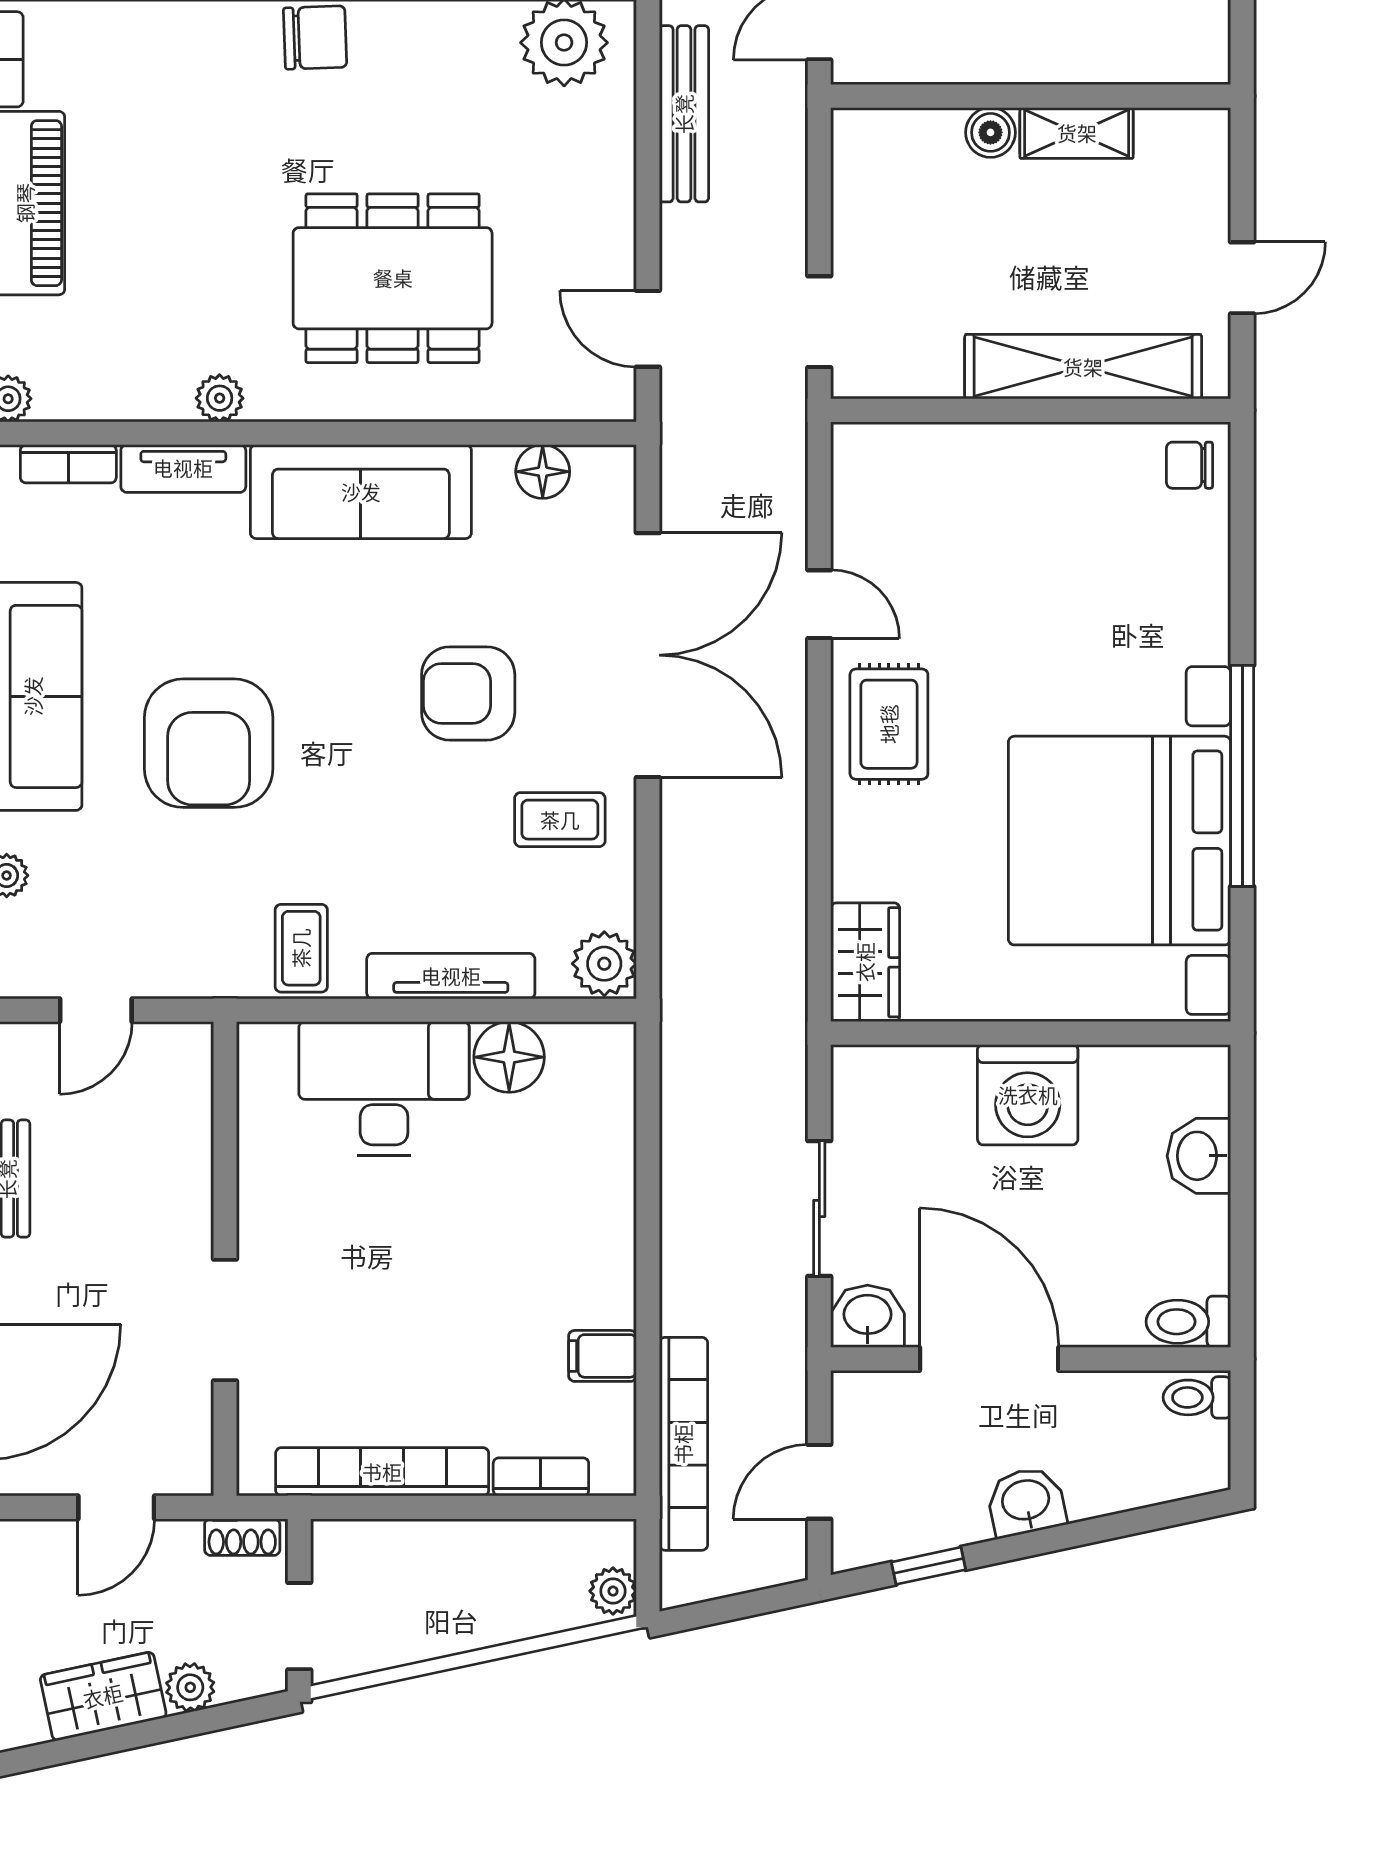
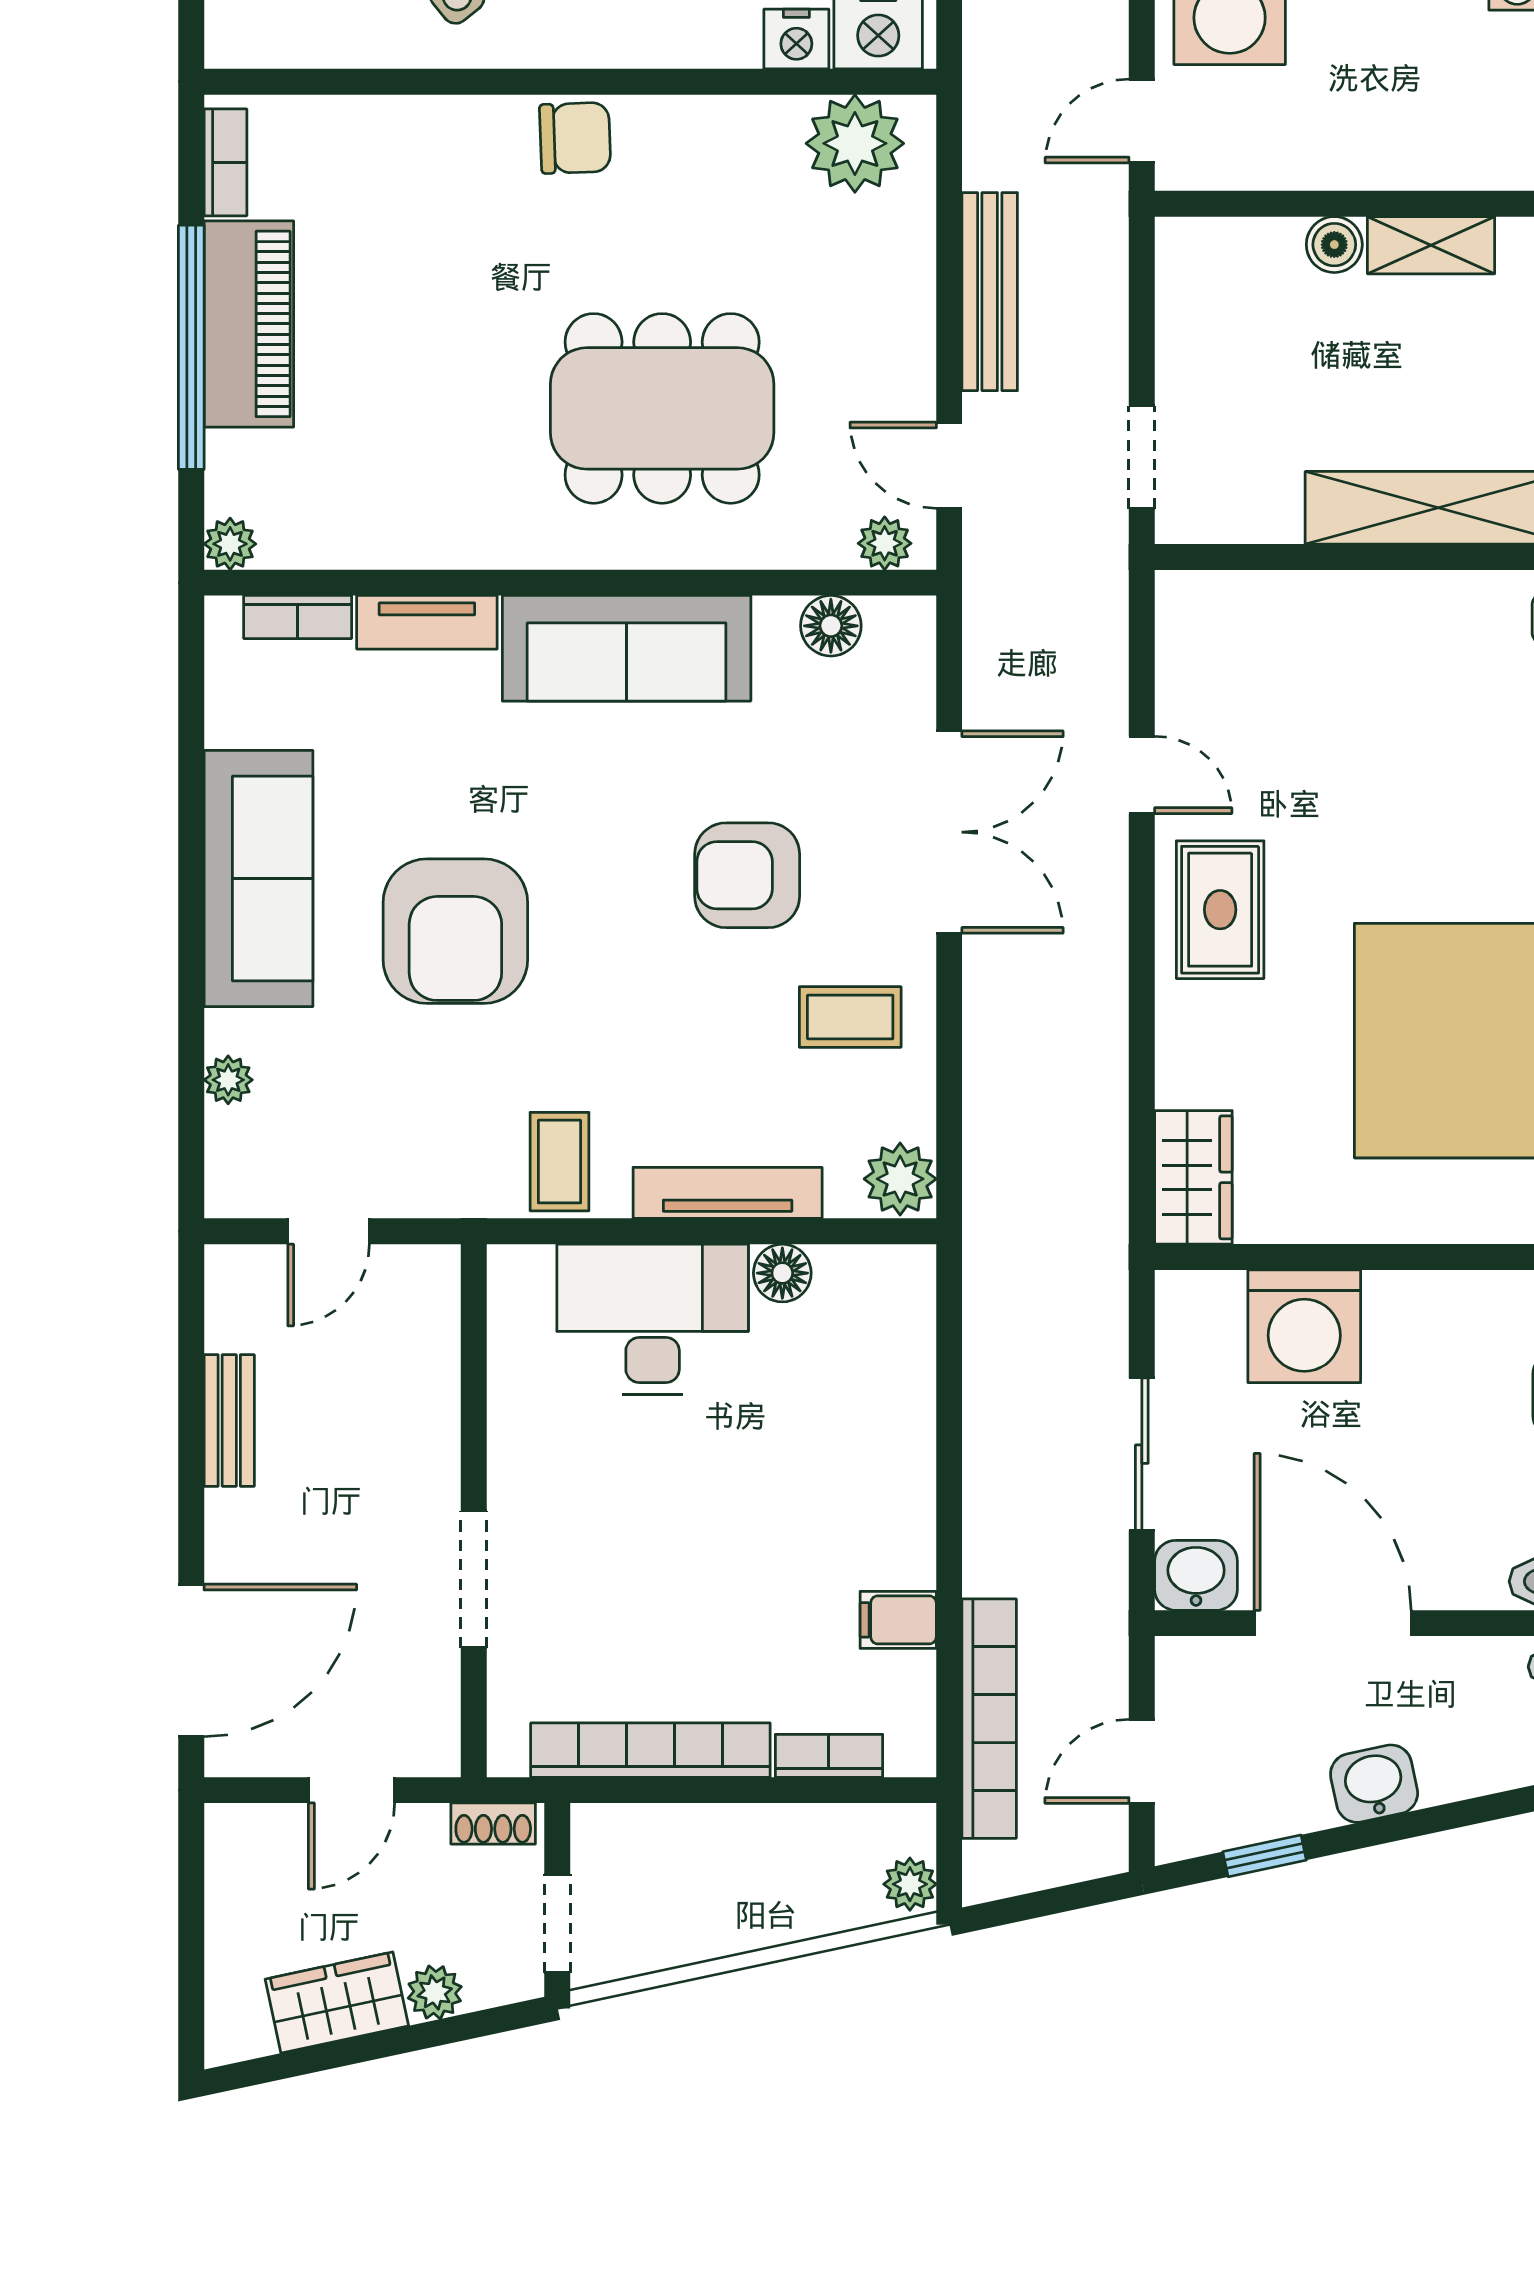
bench: (684, 114) -> (990, 292), moved
plant: (220, 398) -> (885, 543), moved
double door: (648, 655) -> (949, 832), width x0.73
floor lamp: (509, 1057) -> (782, 1273), width x0.73, depth x0.73
washing machine: (1028, 1095) -> (1304, 1326), moved

